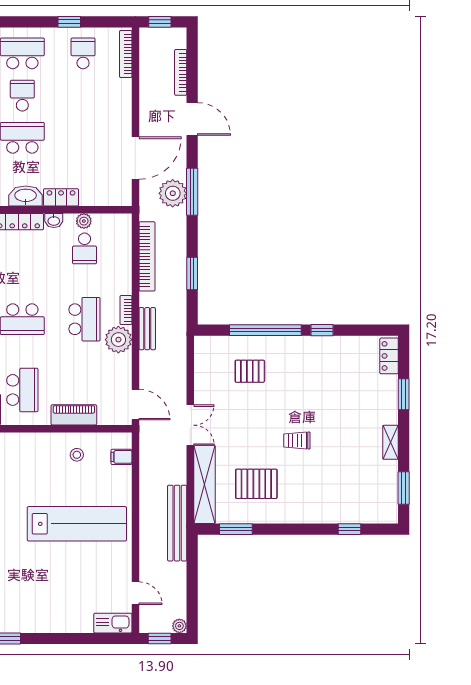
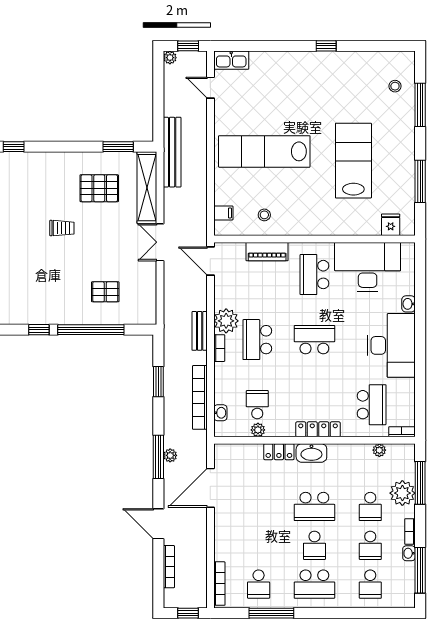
window: (69, 22) -> (271, 613), width x2.17
plant: (173, 193) -> (170, 455), width x0.53, depth x0.53
washbasin: (54, 221) -> (220, 413), moved, turned 90

